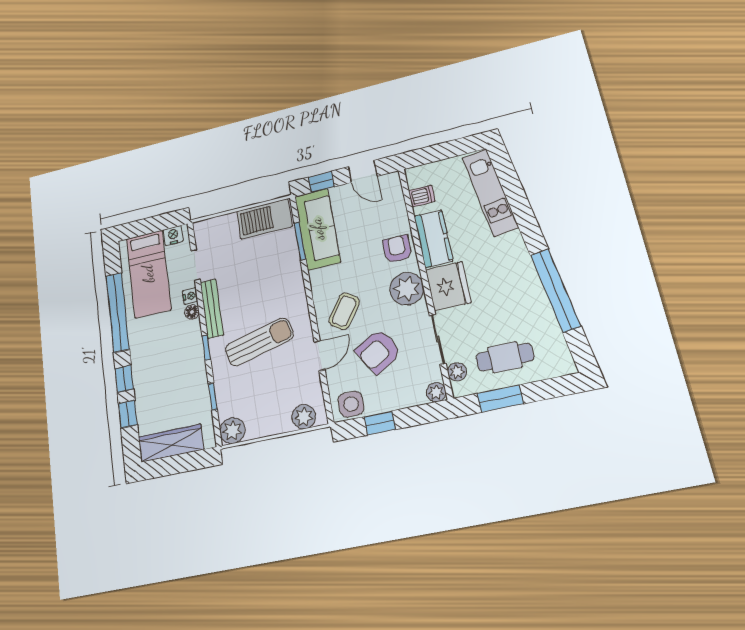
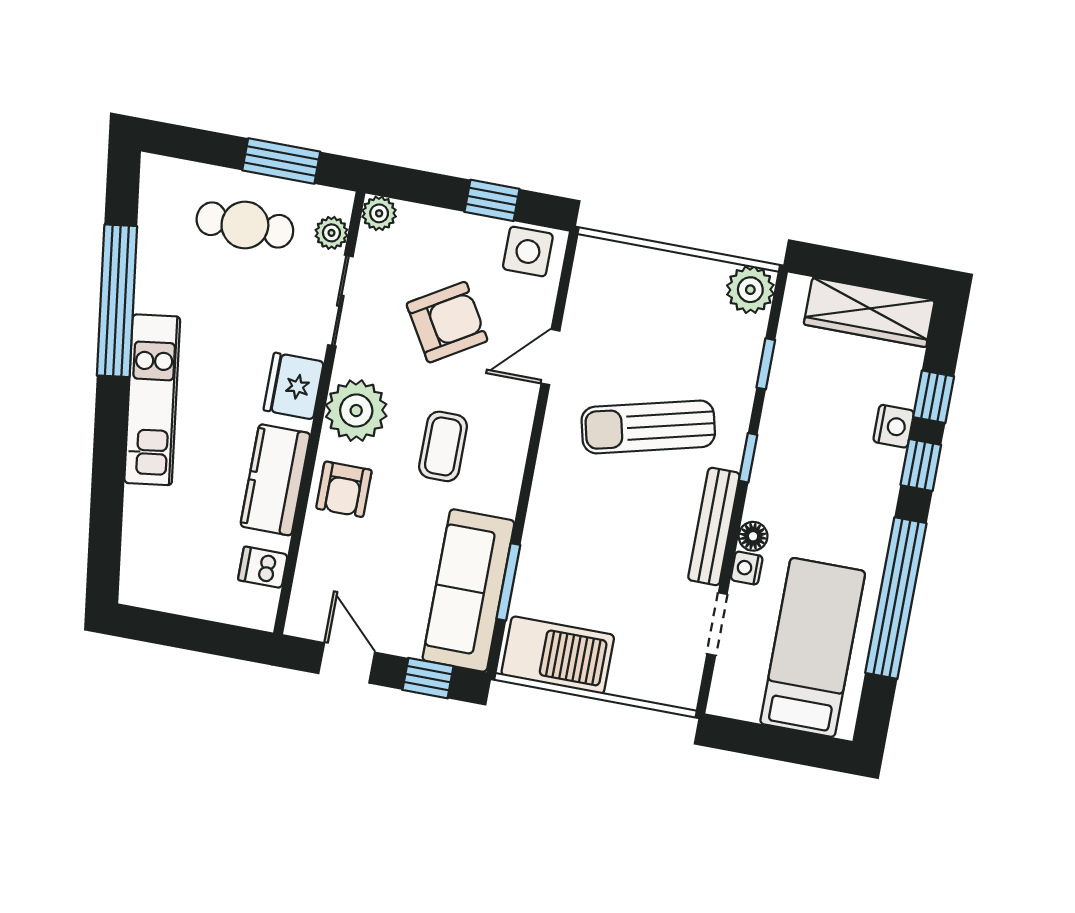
kitchen unit: (490, 192) -> (152, 400), moved
nightstand: (173, 235) -> (894, 426), moved, turned -90
fridge: (448, 286) -> (294, 386), width x0.73, depth x0.75
coffee table: (344, 311) -> (443, 446), moved, turned -35
plant: (304, 417) -> (616, 263), removed

